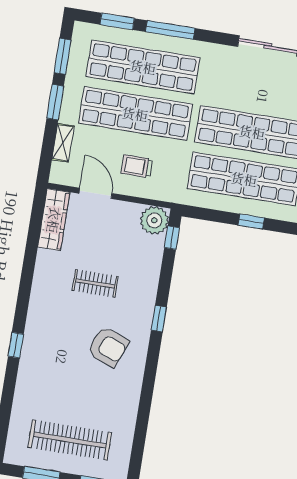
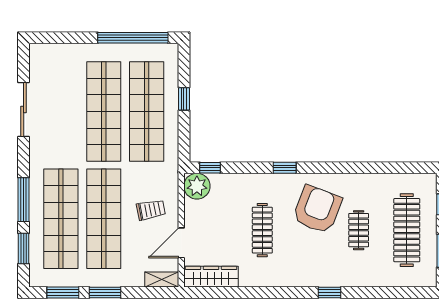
shelving: (63, 143) -> (162, 280), moved
trolley: (137, 166) -> (151, 210), turned -101
clothes rail: (95, 283) -> (262, 230), width x1.36
armchair: (108, 347) -> (317, 209), width x1.36, depth x1.36
clothes rail: (78, 388) -> (359, 230), added

